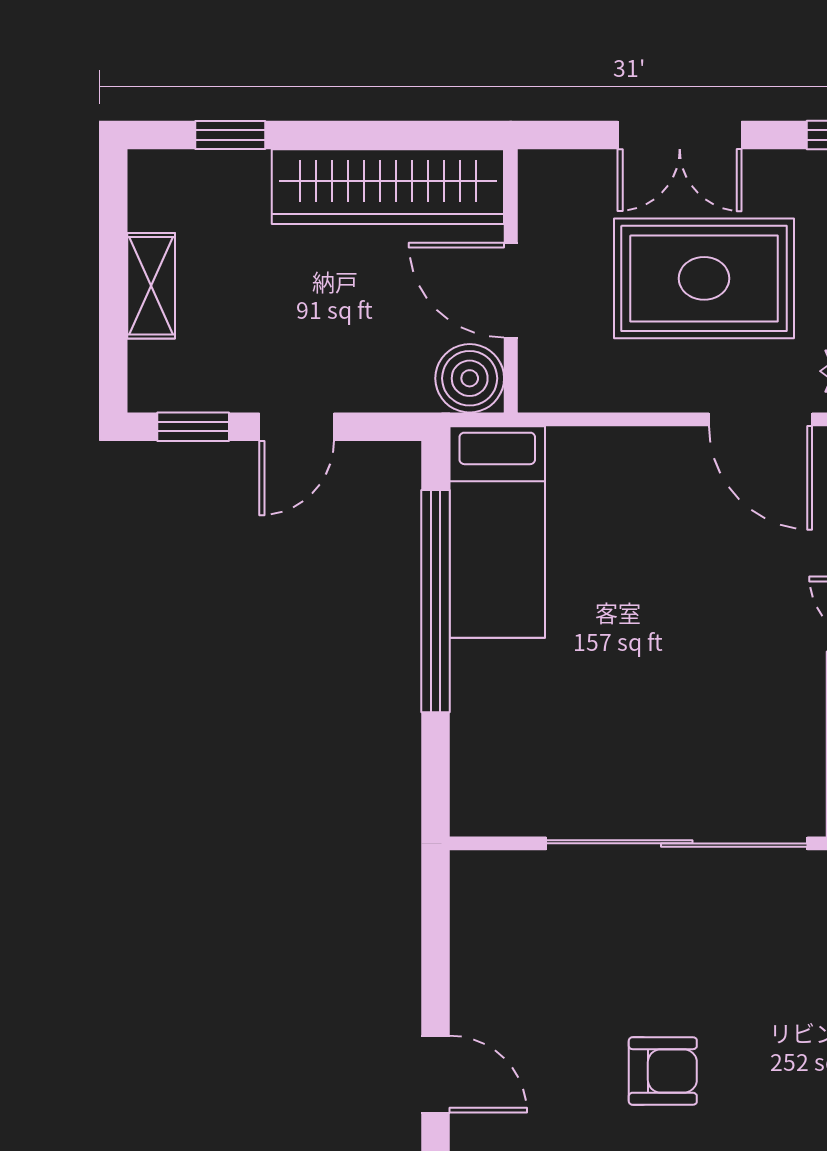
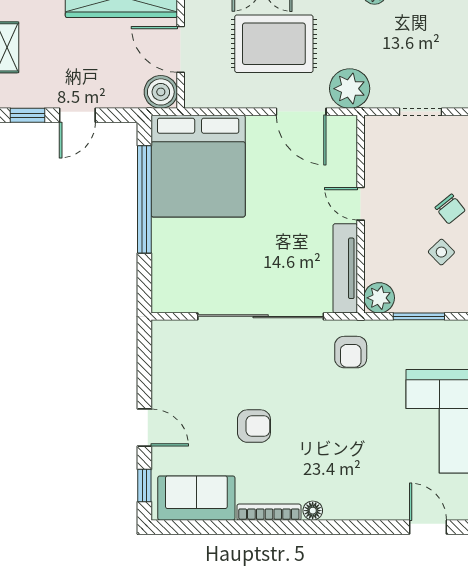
bed: (497, 532) -> (198, 166), width x2.04

